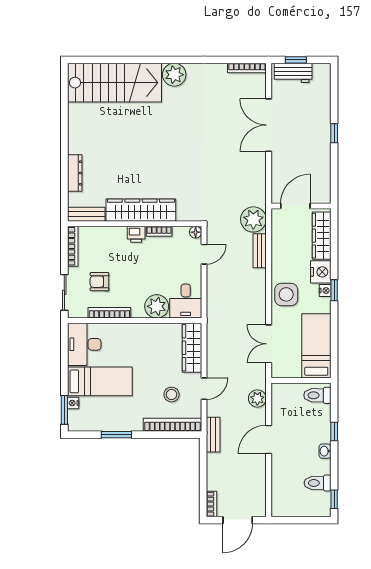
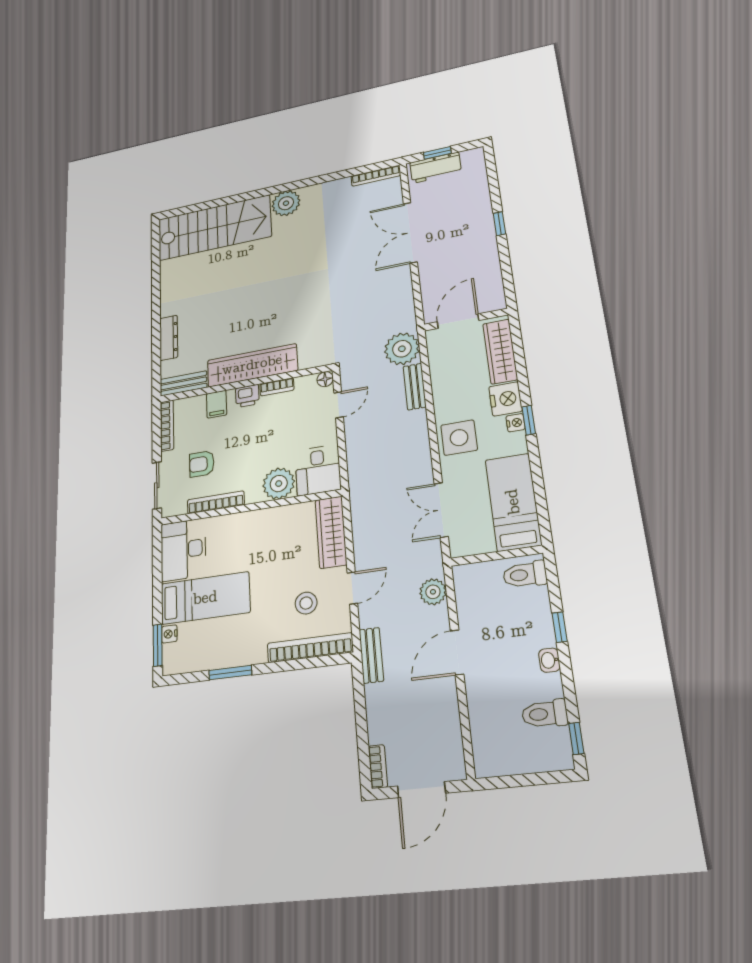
filing cabinet: (112, 236) -> (217, 404), added

